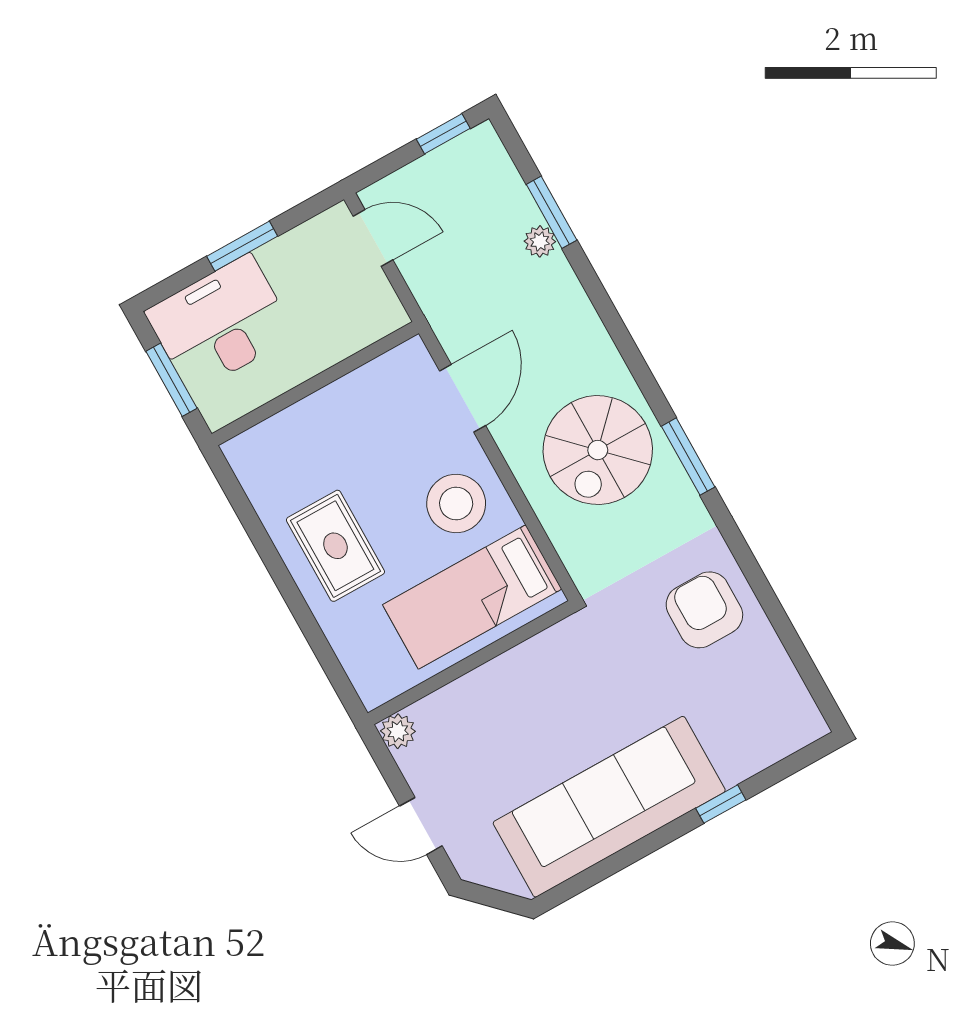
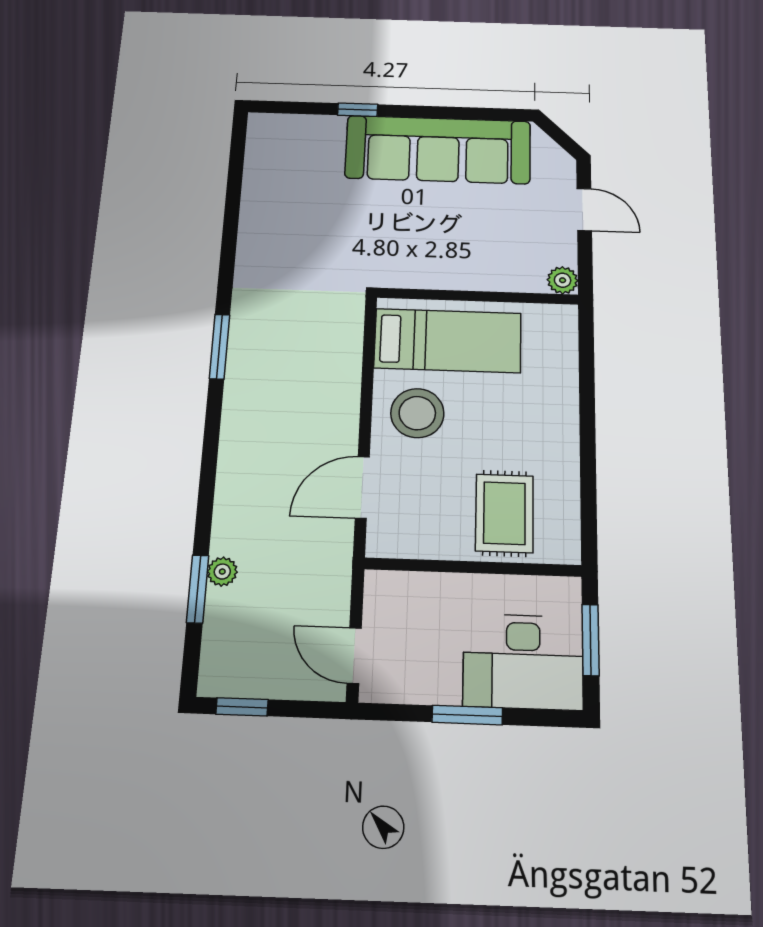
spiral stairs: (598, 450) -> (284, 390), removed
rug: (335, 546) -> (504, 513), moved
armchair: (704, 610) -> (282, 237), removed

